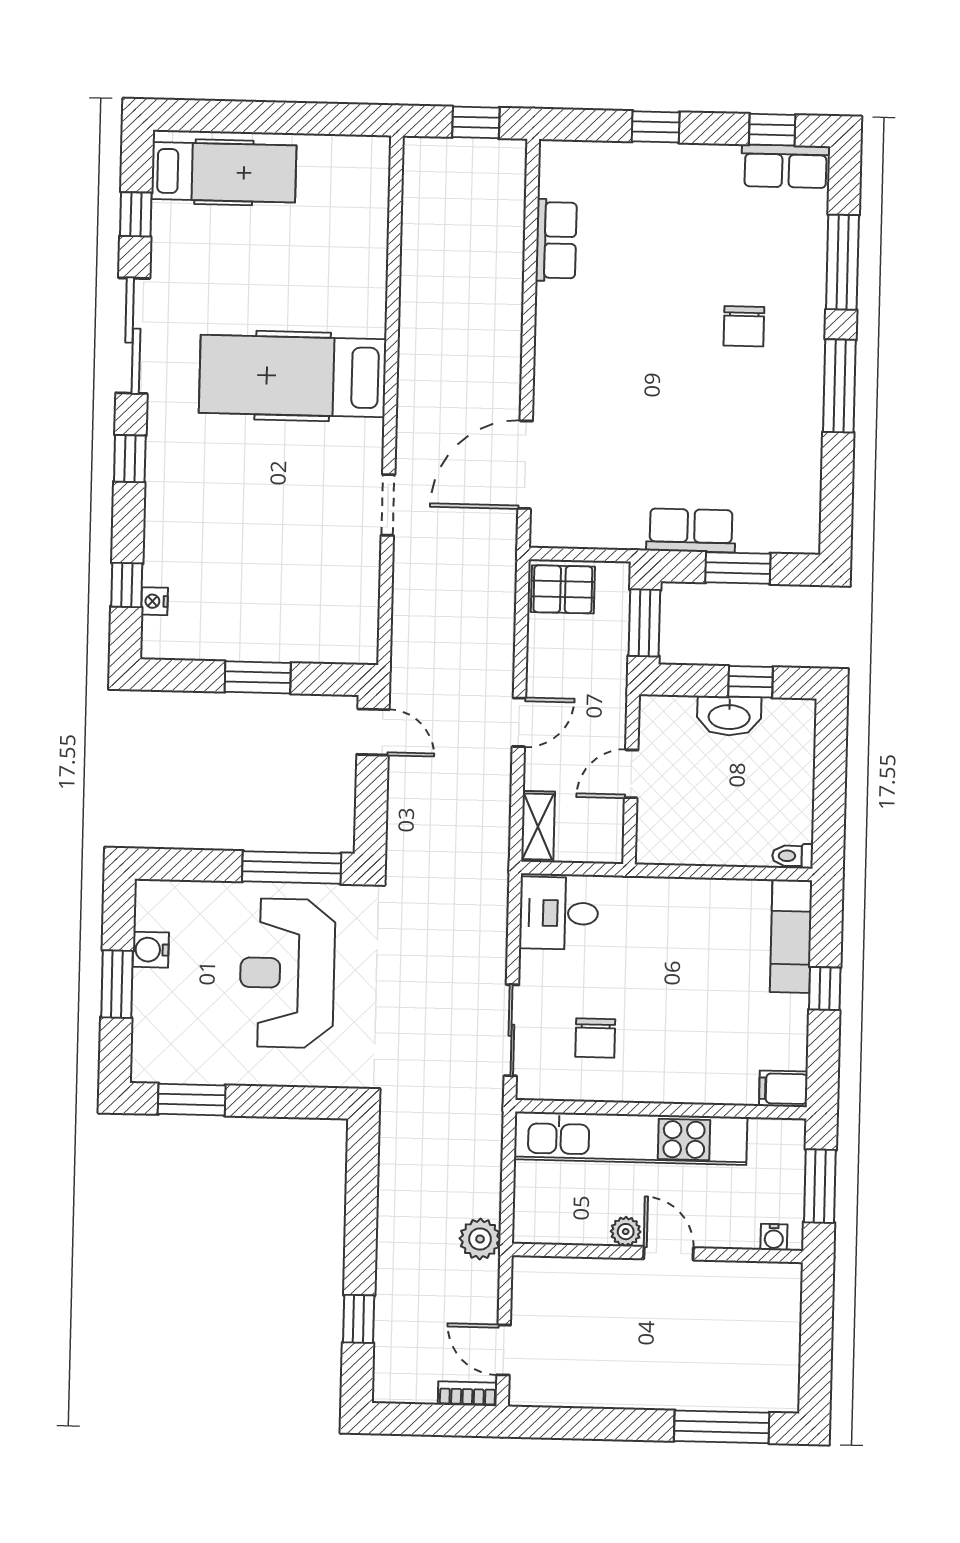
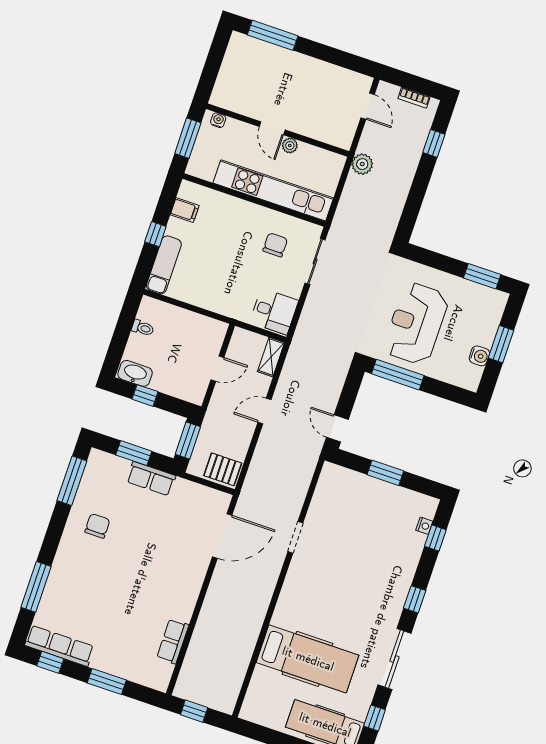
window: (656, 127) -> (107, 682), width x1.50
row of seats: (786, 166) -> (59, 646), width x1.48
chair: (744, 326) -> (97, 526), moved
hospital bed: (293, 376) -> (308, 659), moved
window: (839, 386) -> (72, 481), moved
washbasin: (729, 716) -> (135, 373), moved
toilet: (793, 856) -> (143, 328), moved
reception desk: (287, 973) -> (416, 324), turned 180
filing cabinet: (783, 1089) -> (185, 210), moved
bookcase: (467, 1394) -> (414, 98), moved

